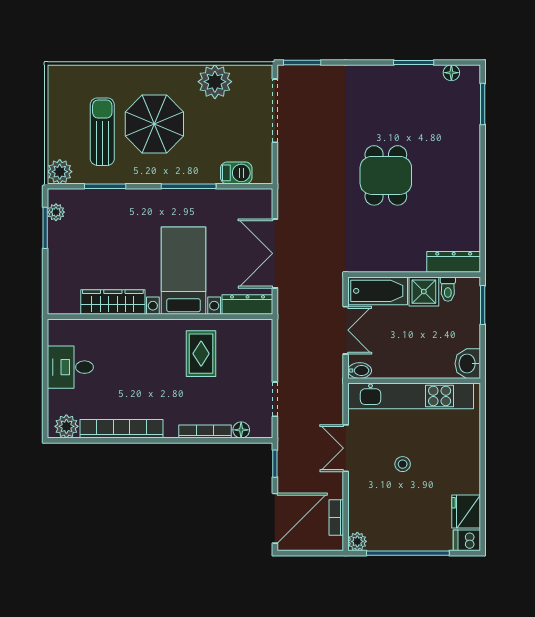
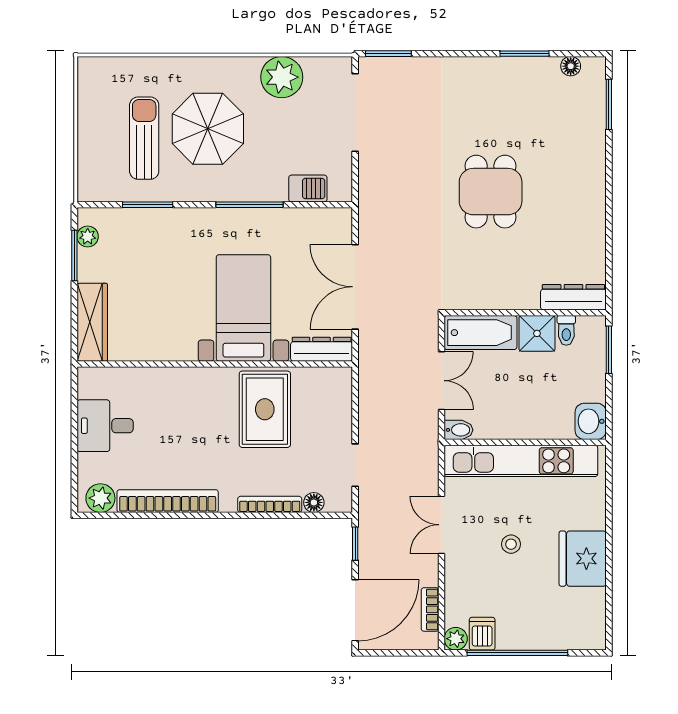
plant: (60, 172) -> (92, 187), removed
wardrobe: (113, 302) -> (92, 322), moved, turned 90
rug: (201, 354) -> (265, 409), width x1.36, depth x1.43
fridge: (466, 511) -> (583, 559), moved, width x1.36, depth x1.34
dishwasher: (467, 540) -> (482, 634), moved, turned 90

